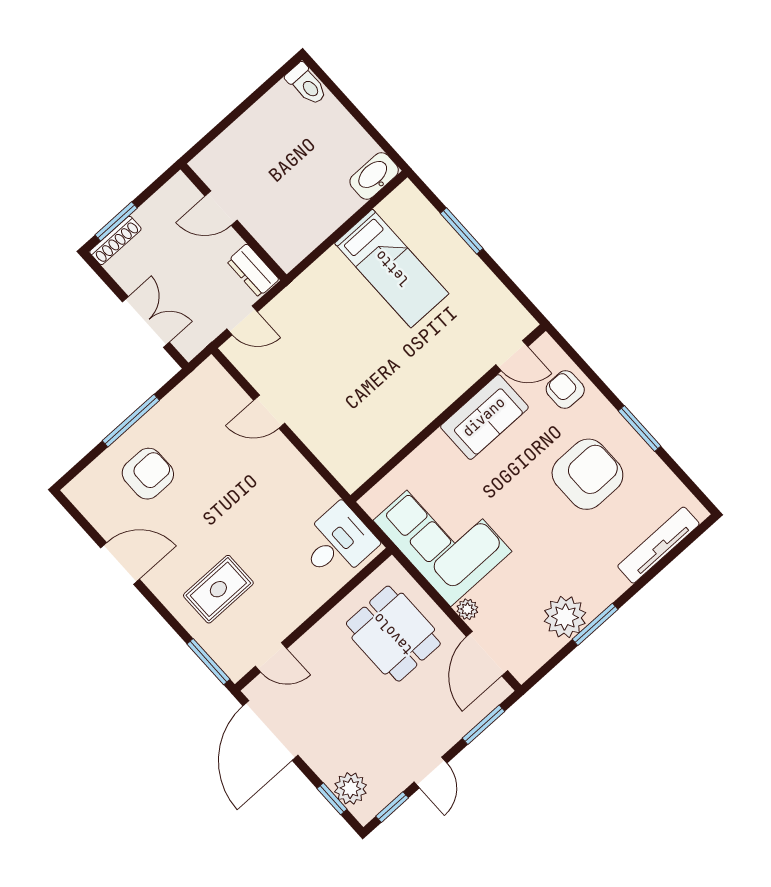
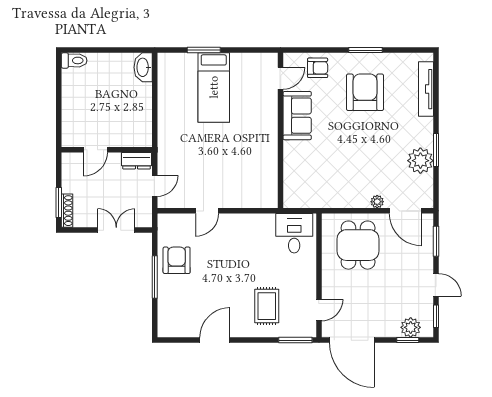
bed: (392, 268) -> (214, 87), moved, turned 90
armchair: (565, 390) -> (318, 68), turned 180
armchair: (148, 474) -> (177, 260), moved
corner sofa: (443, 536) -> (334, 183), removed
dining table: (393, 634) -> (358, 245), turned 90

